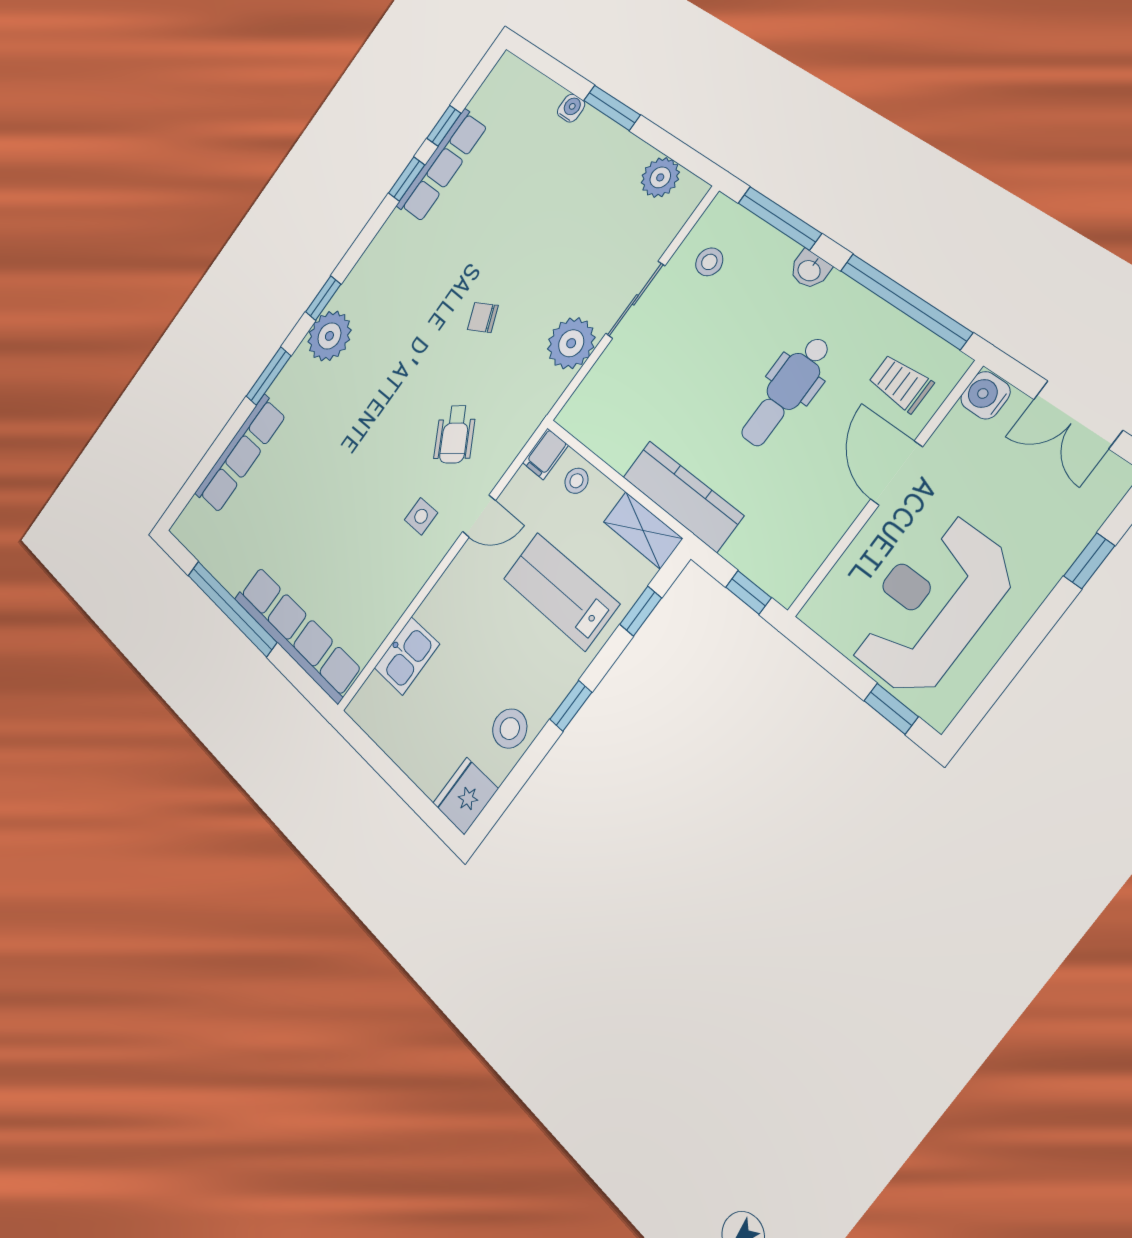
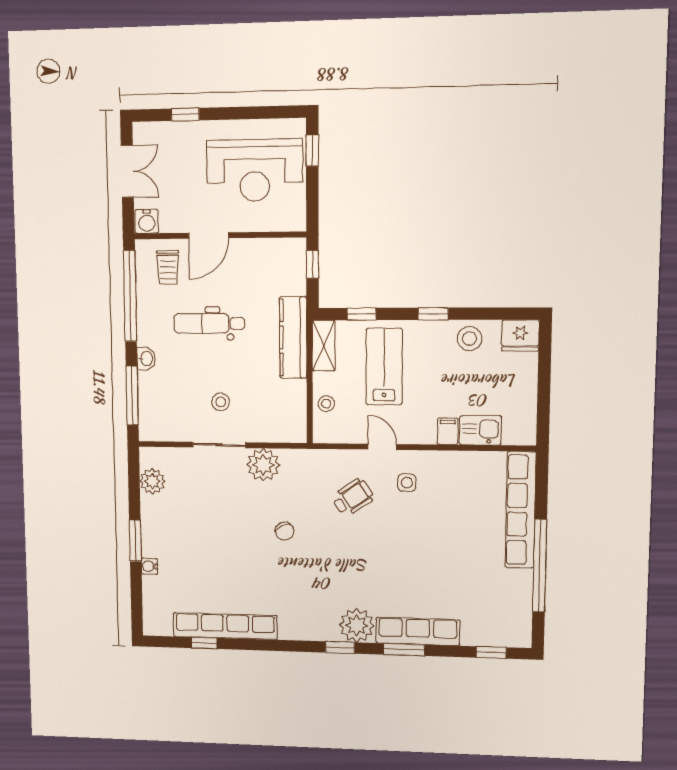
row of seats: (442, 166) -> (225, 626), width x1.36
window: (407, 179) -> (491, 652), moved
stool: (709, 262) -> (221, 402), moved
dental chair: (786, 391) -> (209, 323), turned 180
row of seats: (240, 454) -> (418, 631), moved
filing cabinet: (545, 454) -> (448, 431), moved, turned -90
lab bench: (561, 591) -> (384, 367), turned 180

